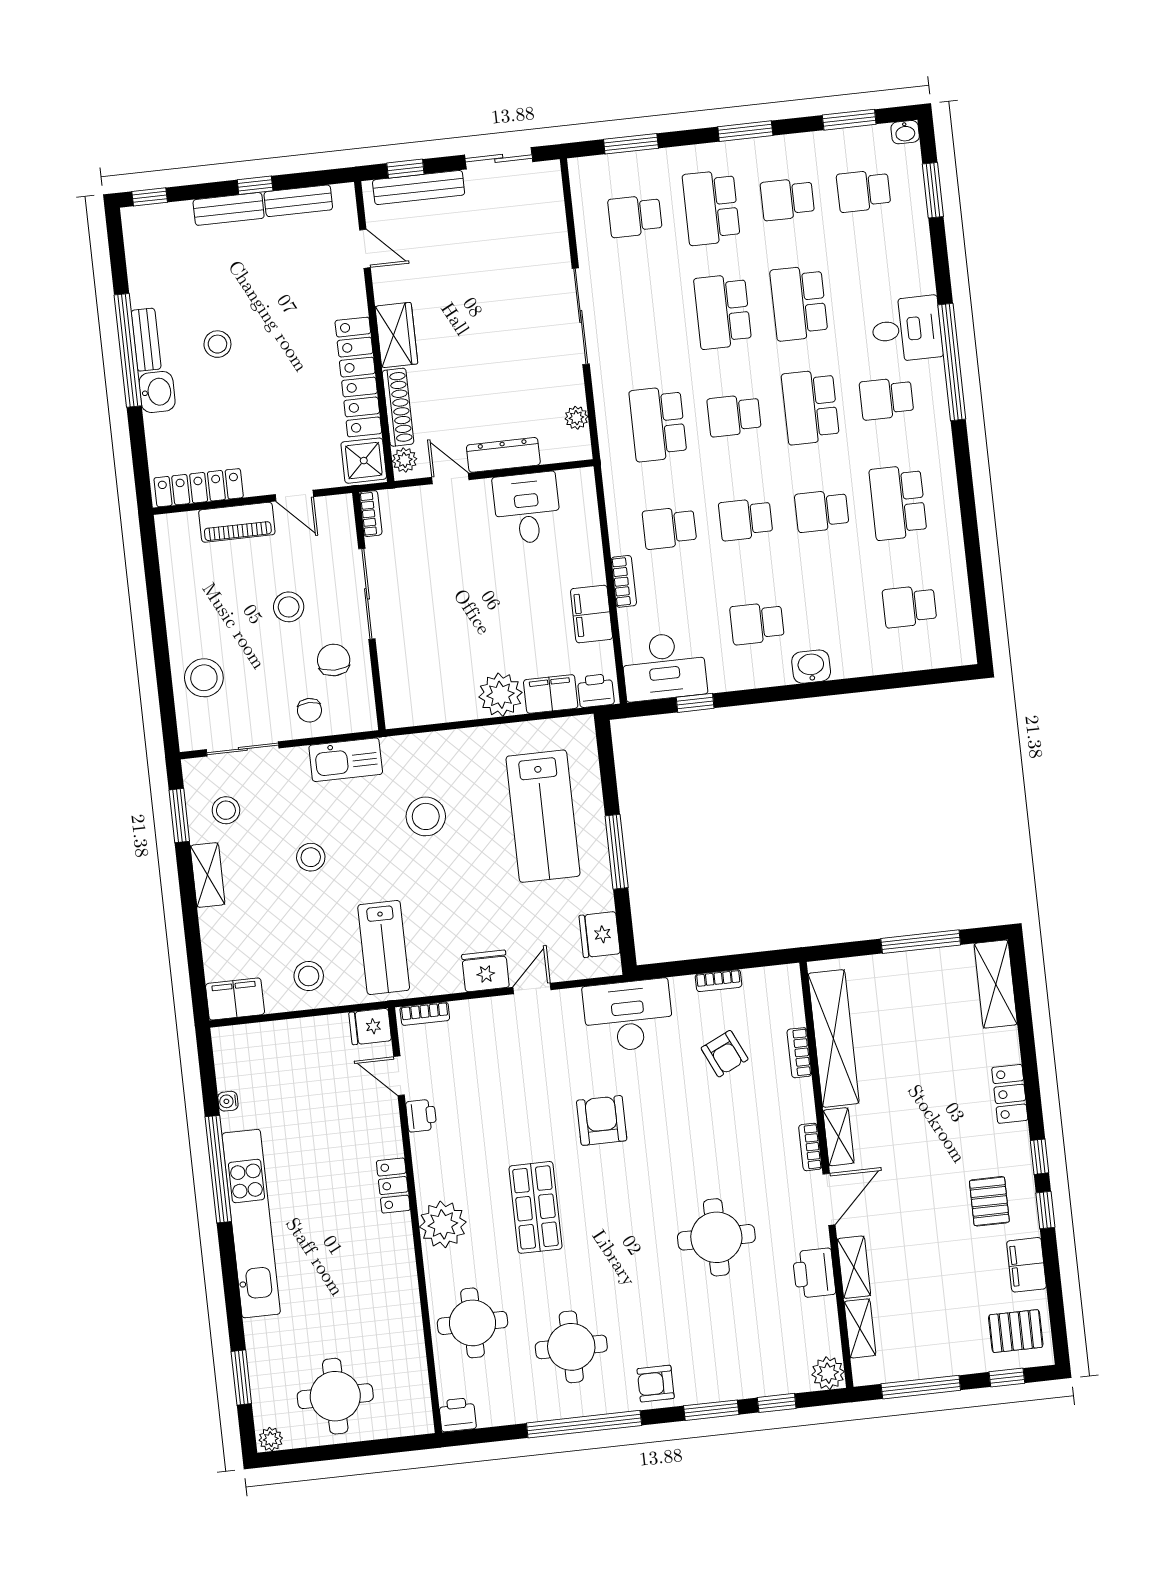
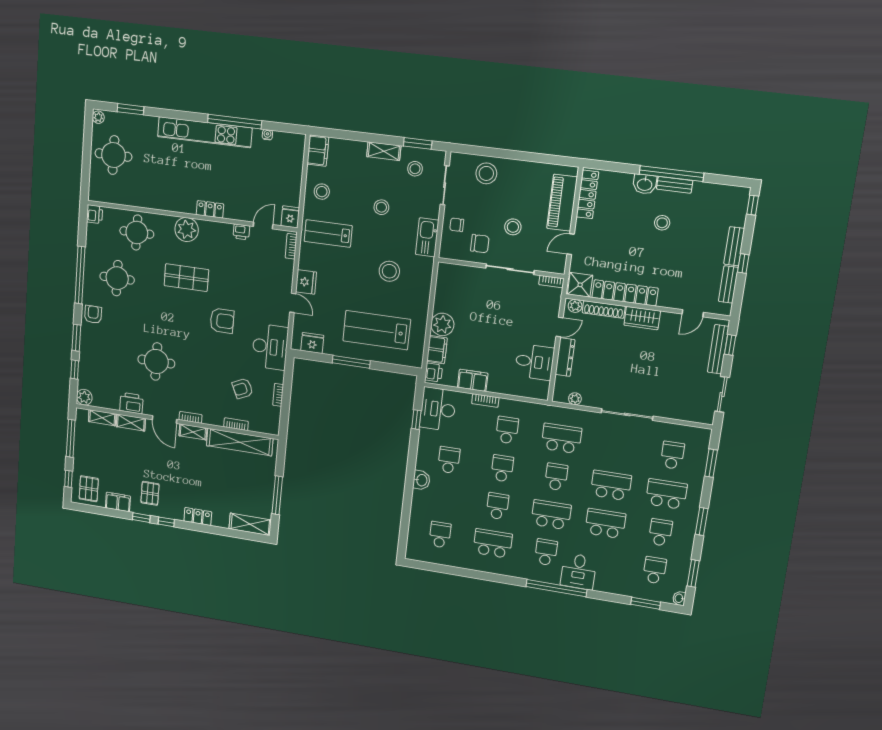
piano: (237, 522) -> (562, 203), width x1.37, depth x1.33
pallet: (989, 1201) -> (150, 493), turned 90

